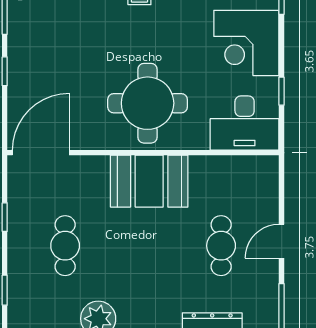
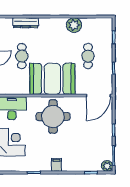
booth: (149, 181) -> (52, 79), width x1.36, depth x1.42

